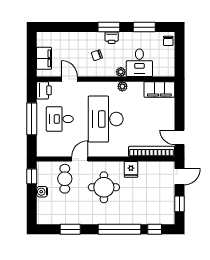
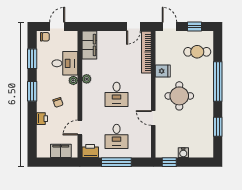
printer: (112, 38) -> (42, 119), moved
door: (179, 54) -> (57, 27), added
desk: (106, 119) -> (117, 94), width x0.53, depth x0.77
cafe table: (65, 179) -> (197, 52), moved
window: (155, 229) -> (218, 49), removed

